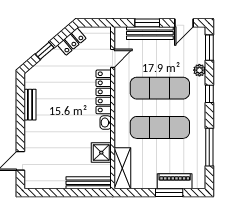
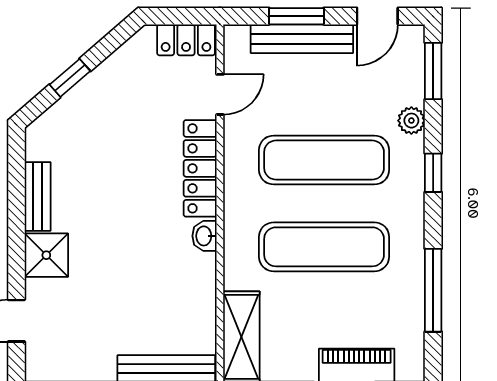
locker: (72, 42) -> (186, 40), moved, turned 41
shower: (101, 153) -> (46, 255), moved

